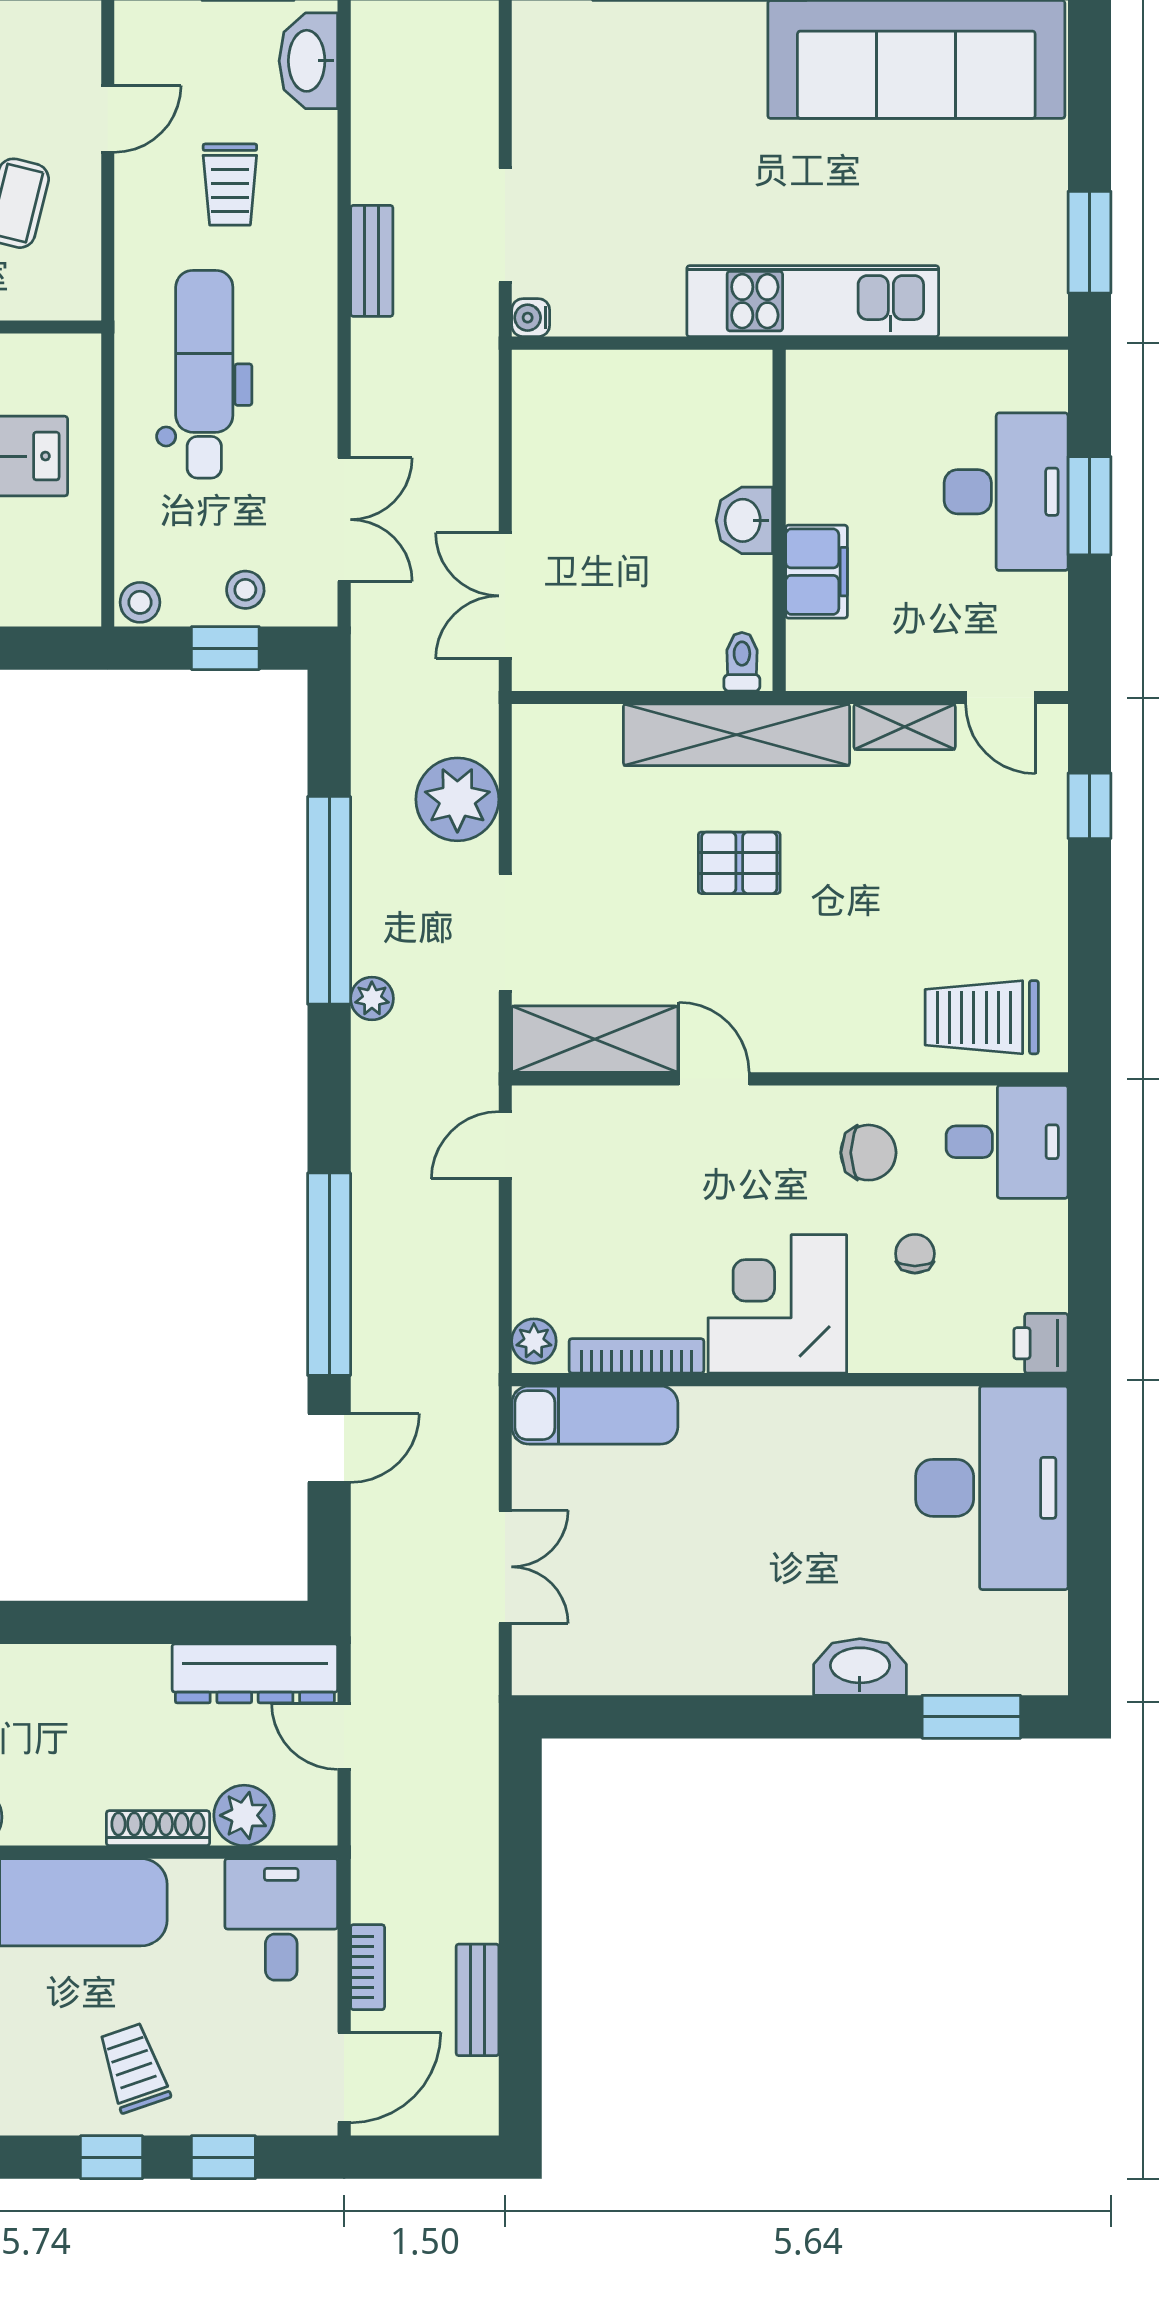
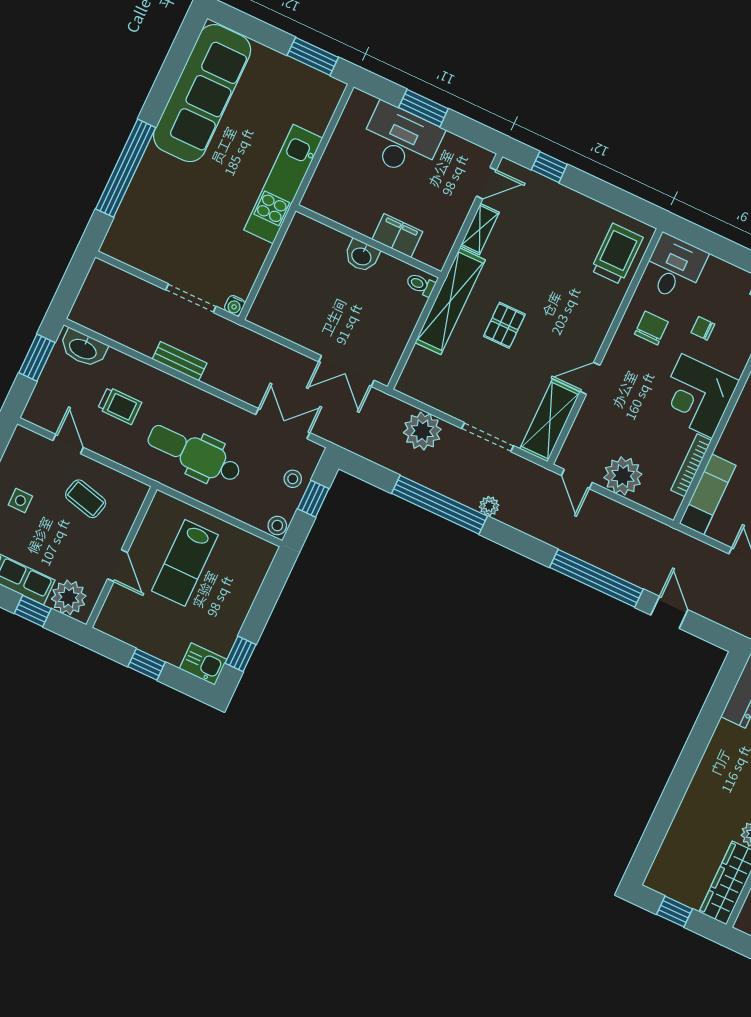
trolley: (982, 1017) -> (617, 254), turned 180
plant: (534, 1341) -> (623, 476), moved, width x1.88, depth x1.88

